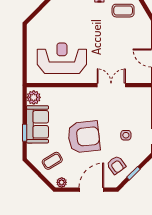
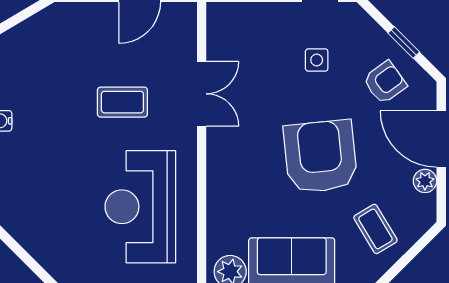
coffee table: (123, 11) -> (122, 102), moved, turned 90
double door: (111, 85) -> (202, 94), swing flipped
plant: (62, 182) -> (425, 181), moved

